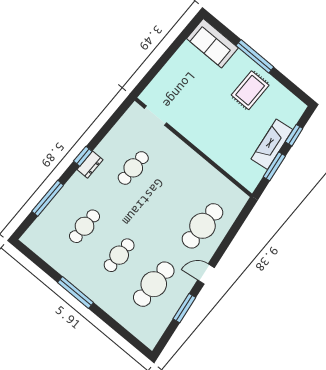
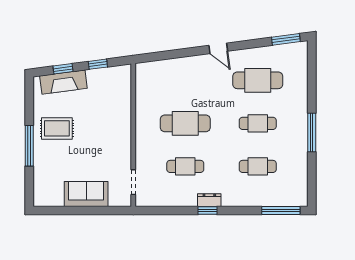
sofa: (212, 43) -> (86, 194), moved, turned -90
fireplace: (272, 144) -> (63, 82), moved
window: (274, 166) -> (98, 64), width x0.67
window: (48, 198) -> (281, 210), moved
cafe table: (202, 226) -> (185, 123), moved
window: (184, 308) -> (286, 39), moved

